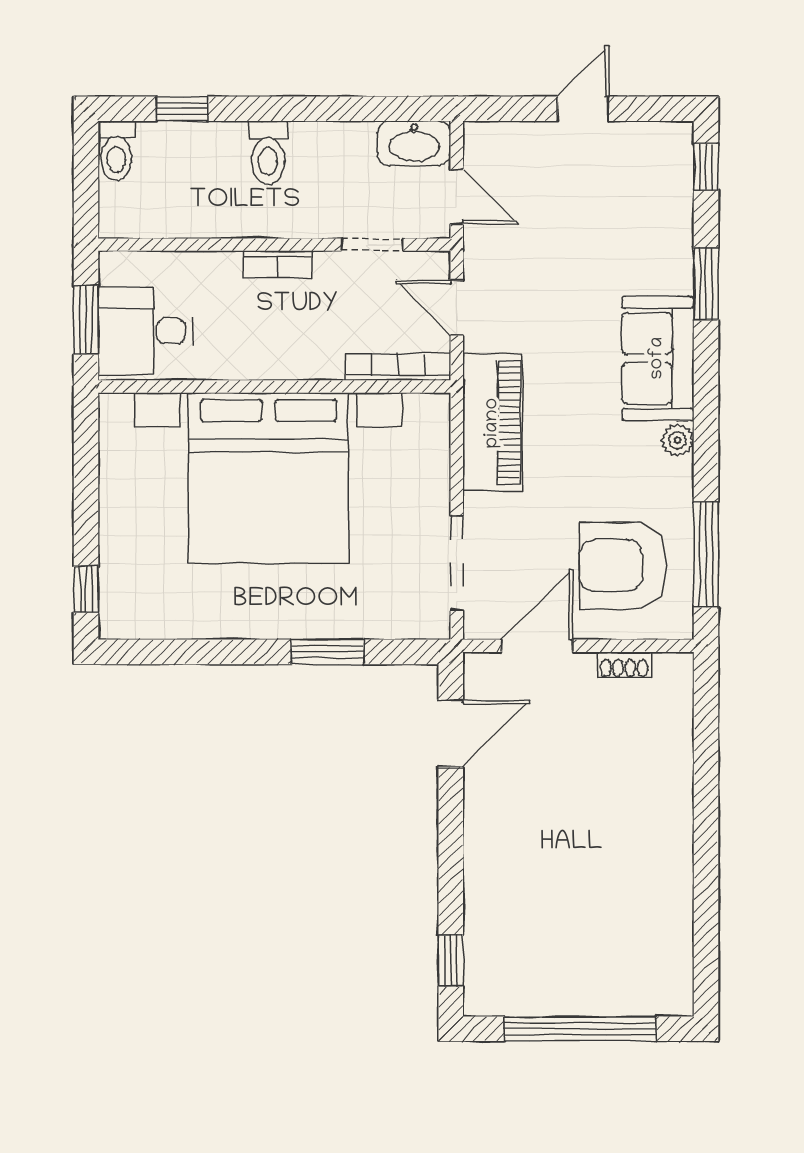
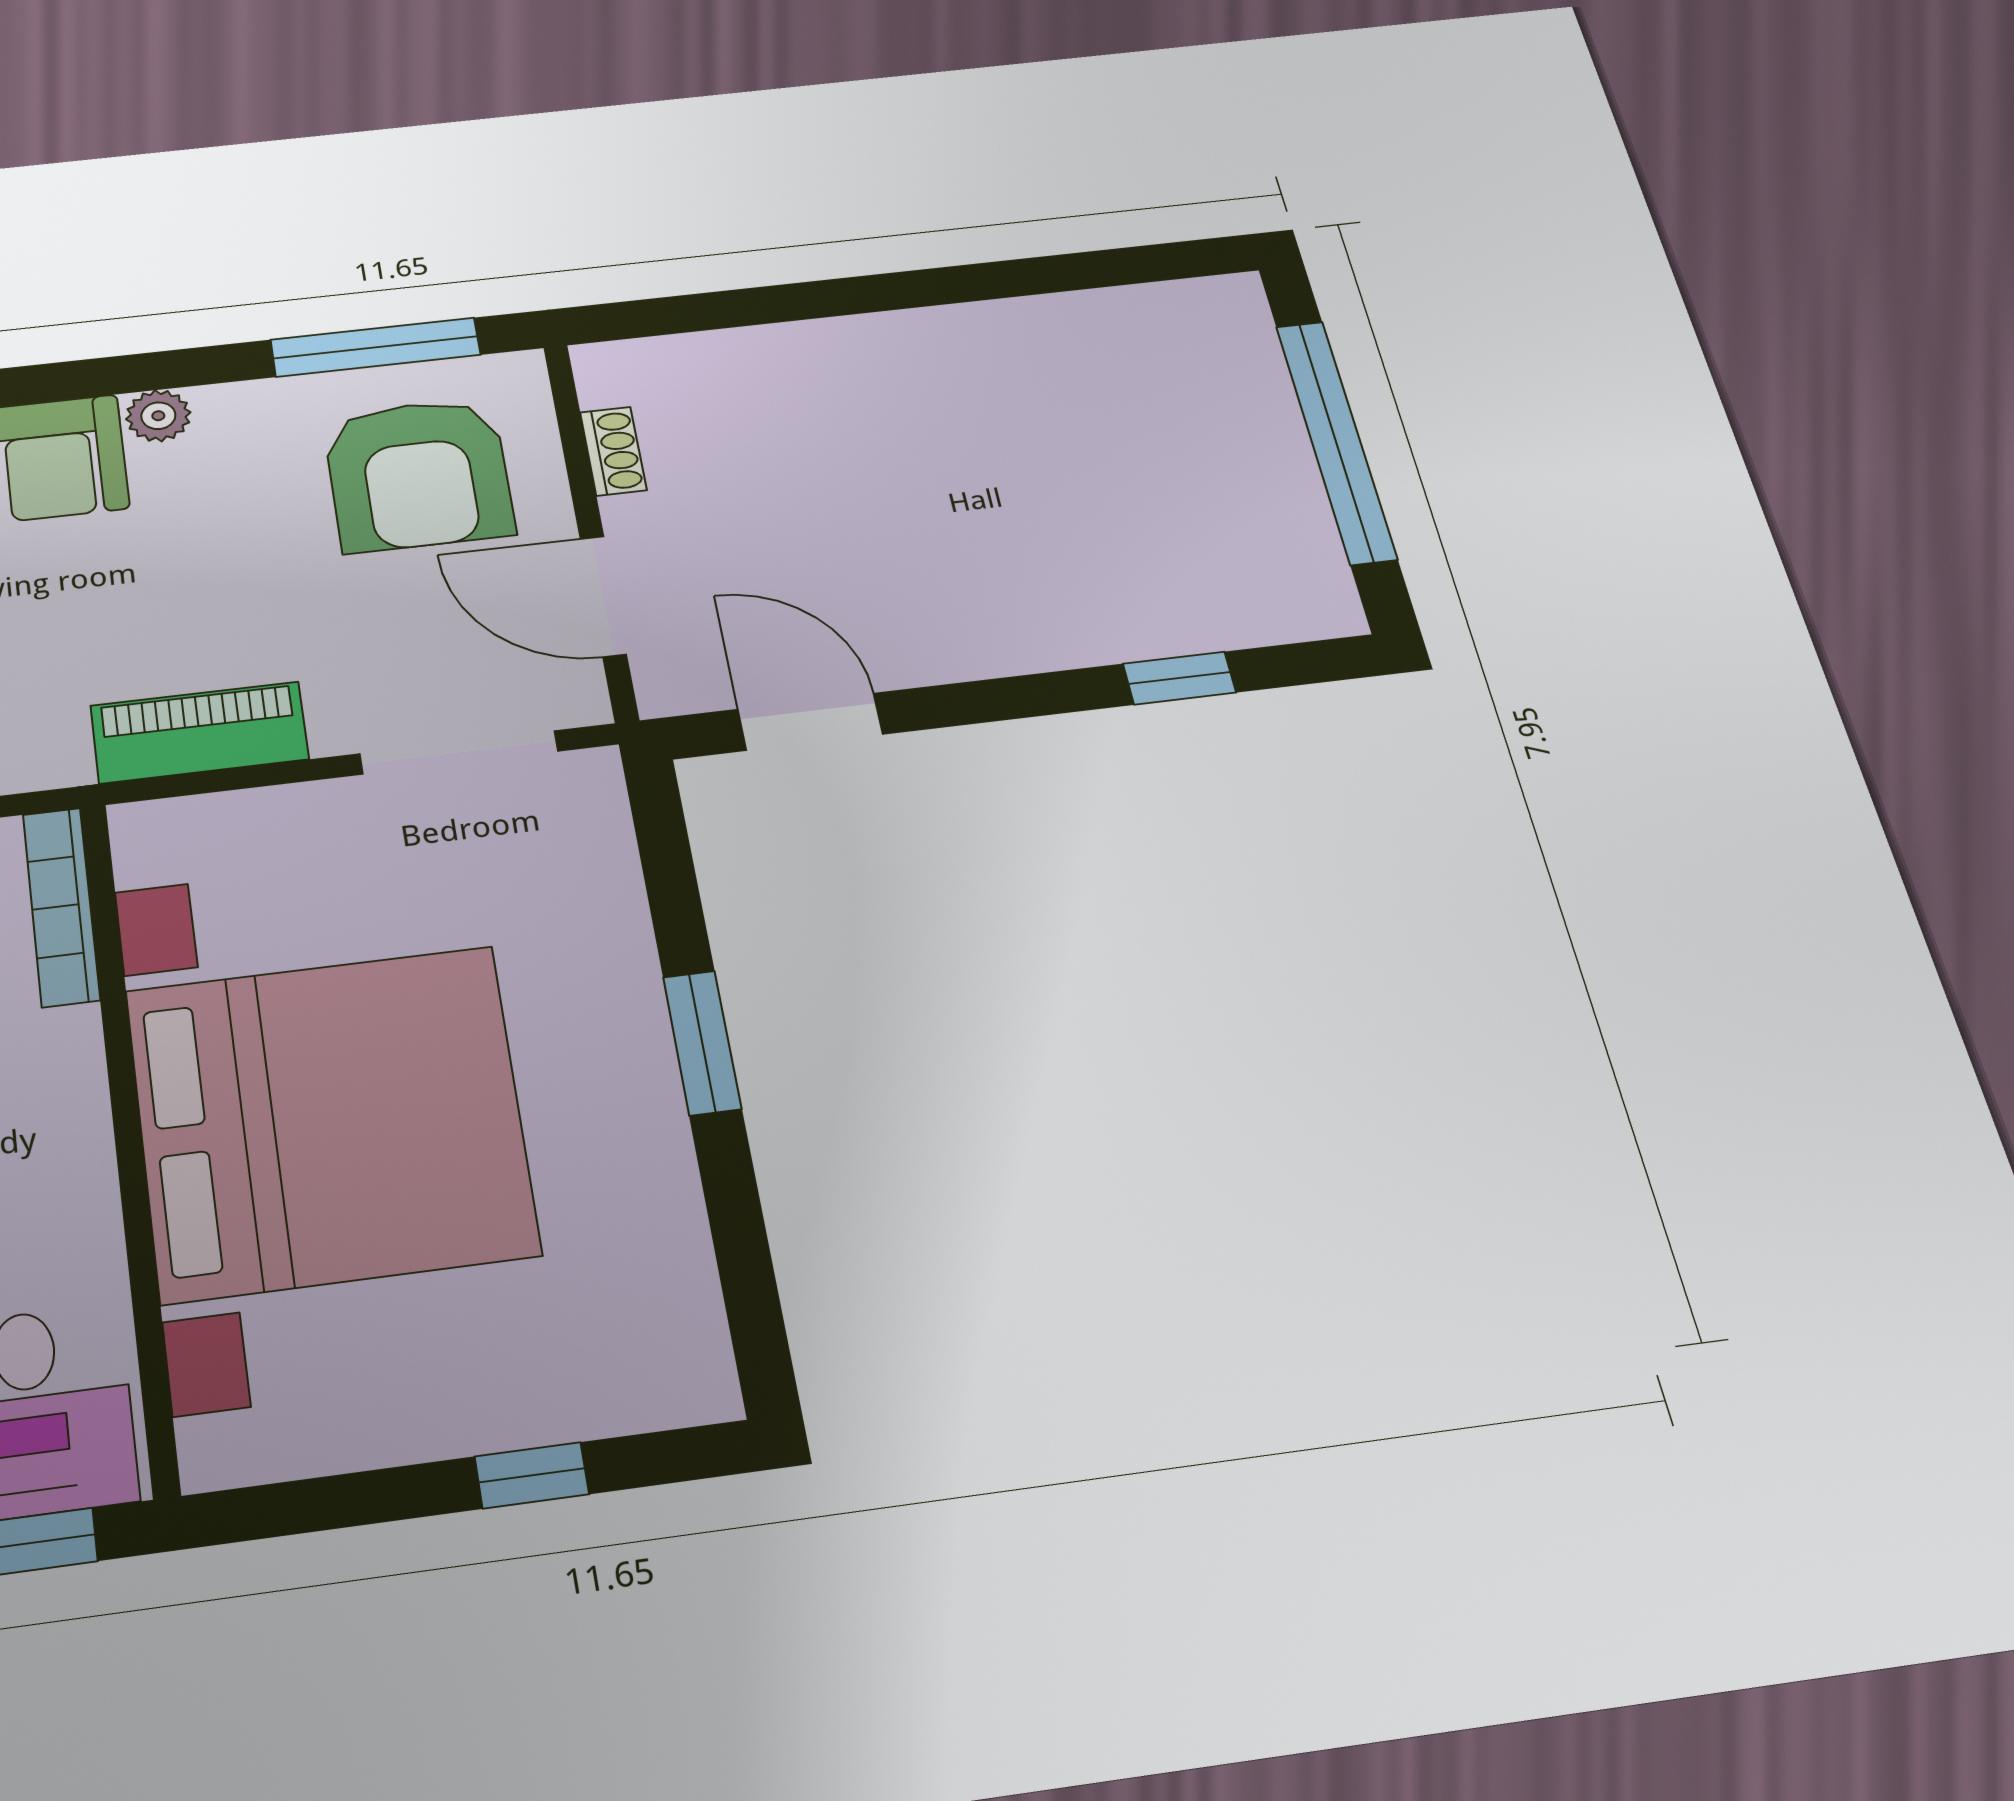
piano: (493, 423) -> (199, 732), width x0.73, depth x0.75
window: (86, 589) -> (532, 1475), moved
window: (328, 652) -> (702, 1043), moved
window: (451, 961) -> (1179, 678), moved

